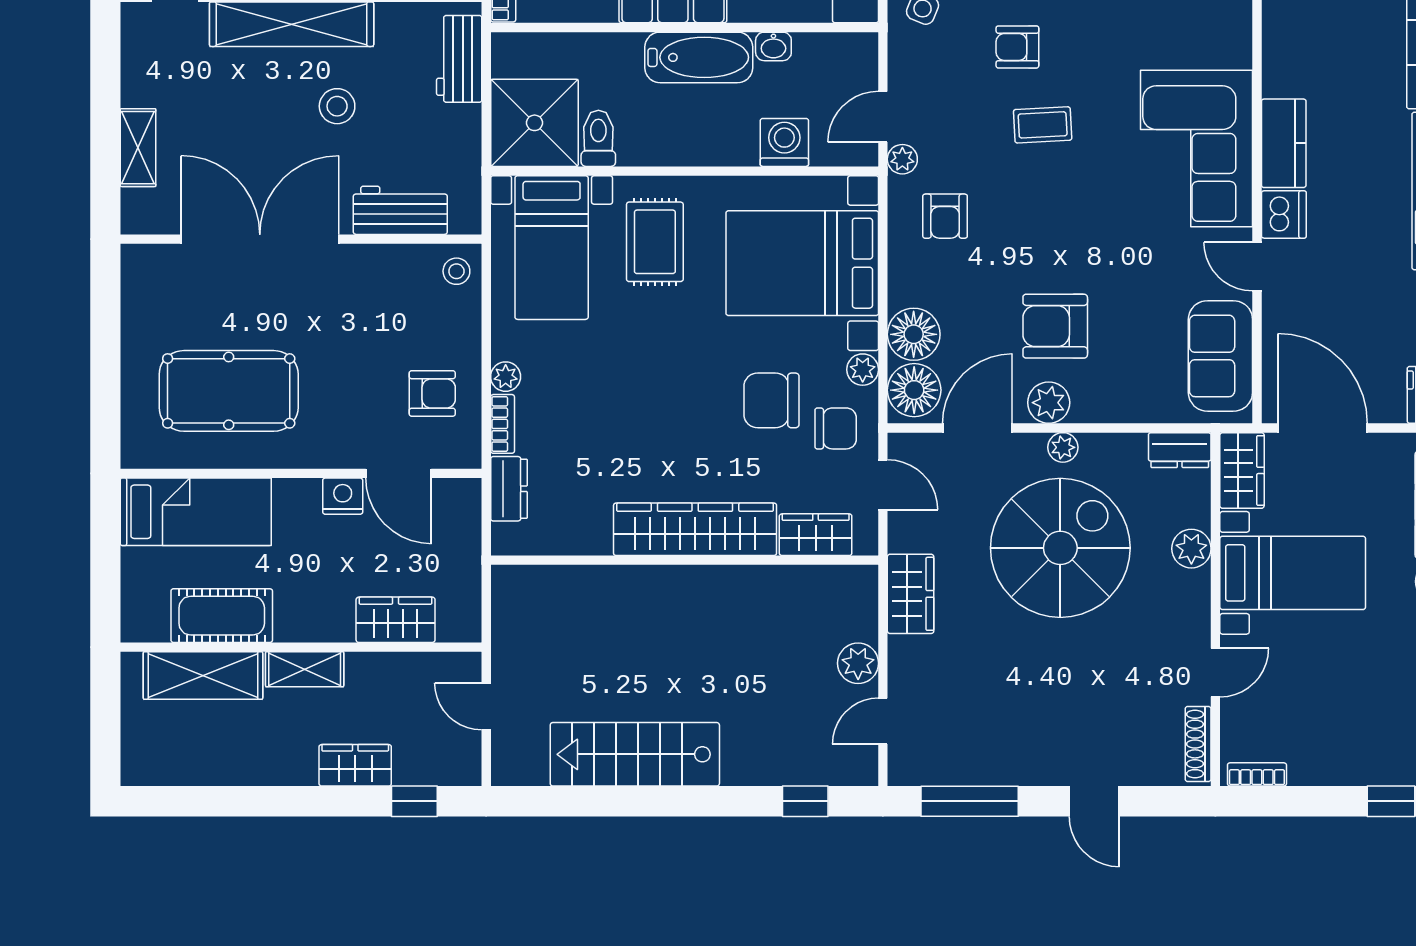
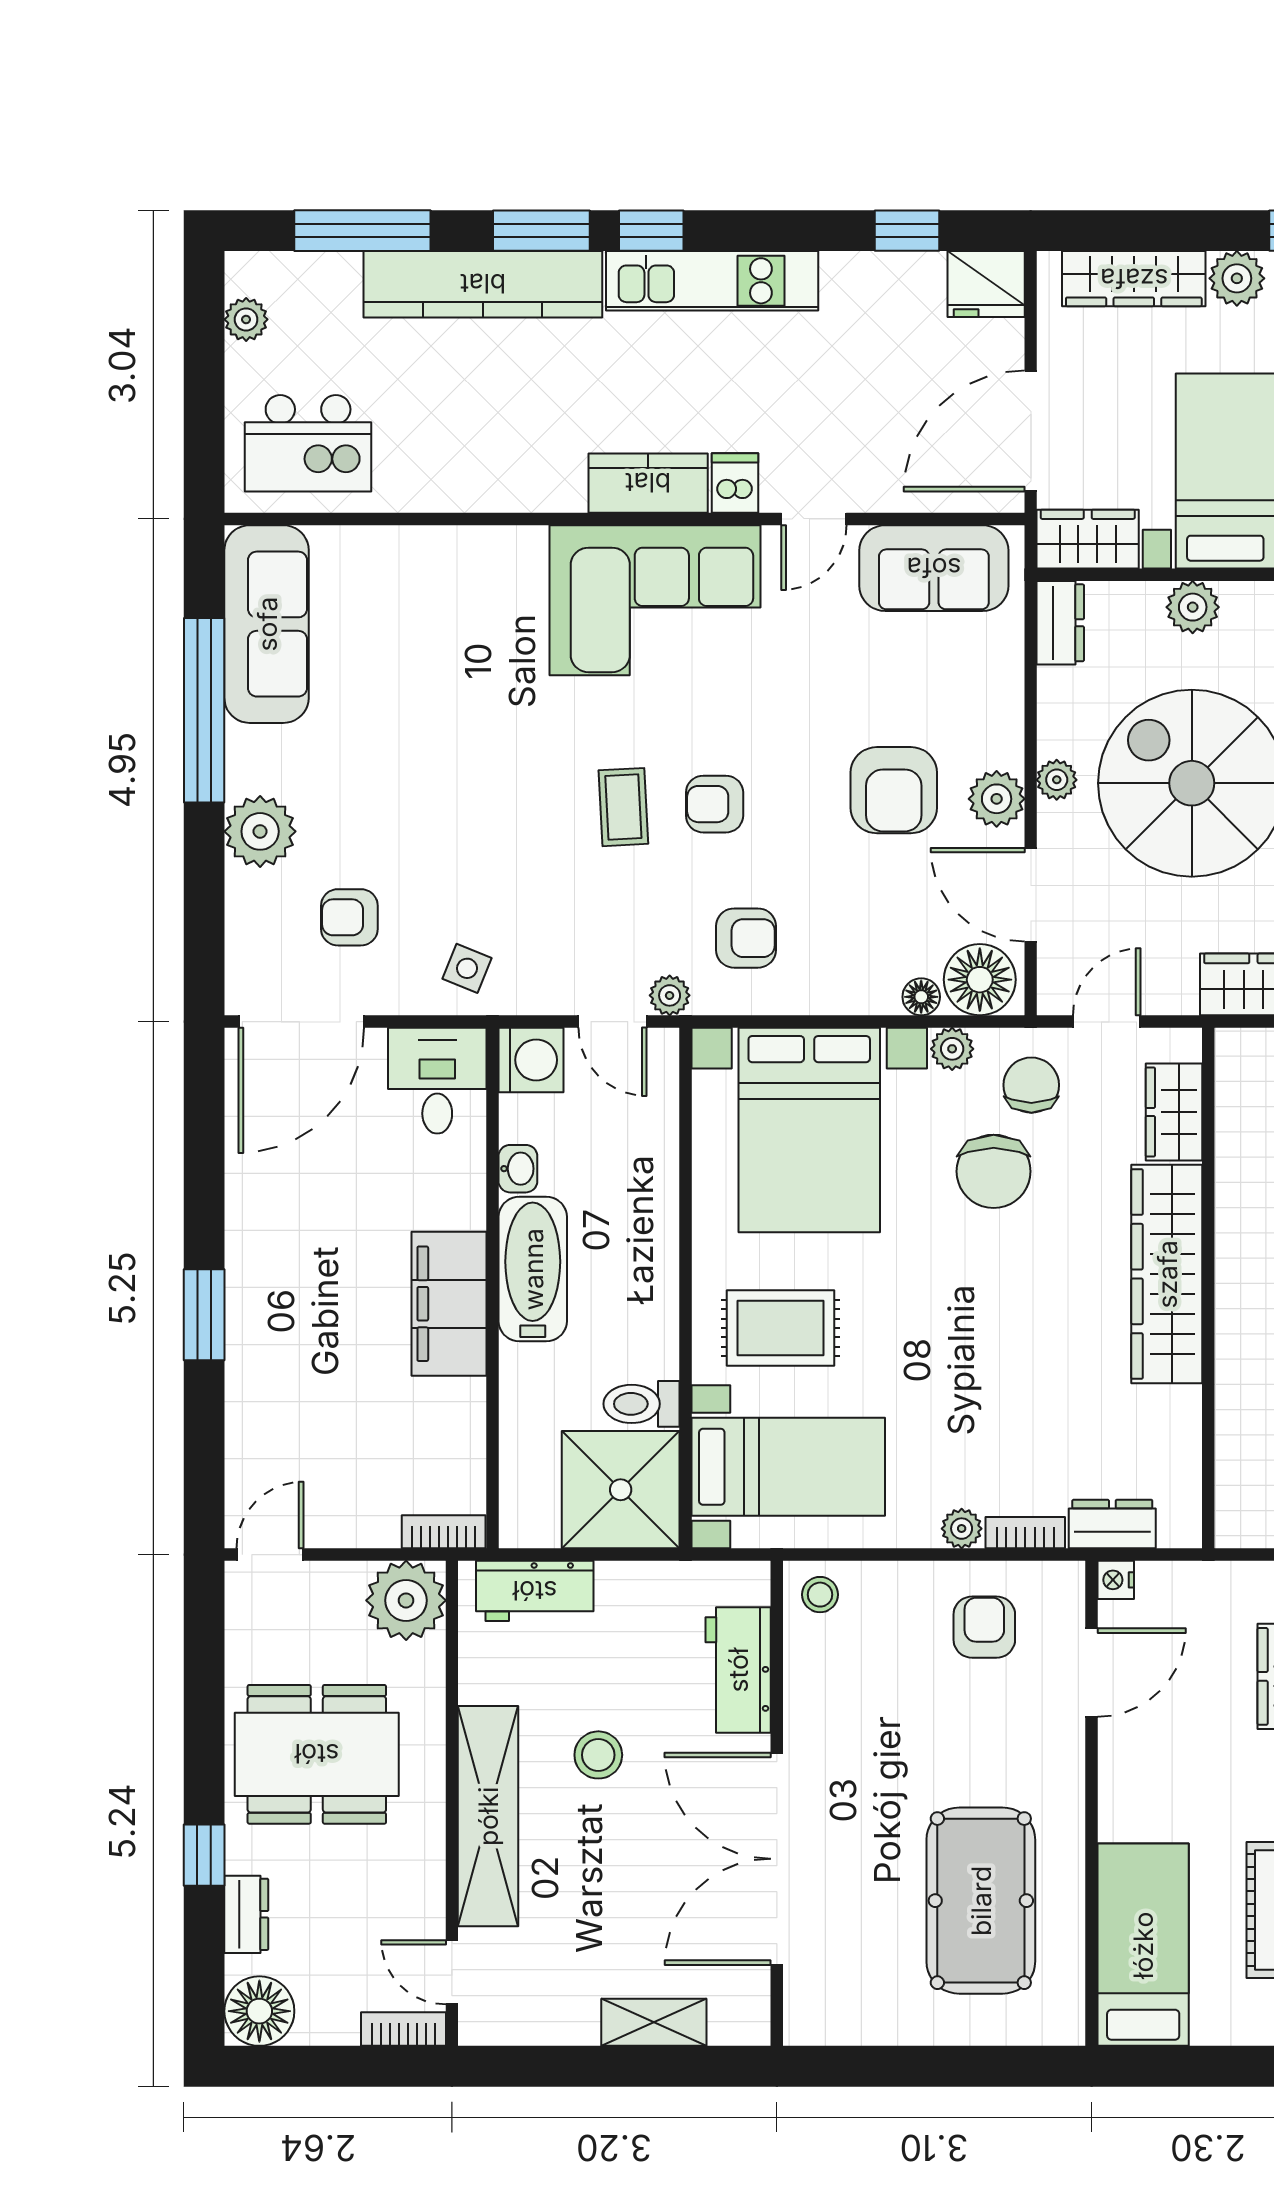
armchair: (1017, 47) -> (715, 804), moved, turned 90
washing machine: (784, 142) -> (531, 1060), moved, turned 180
dishwasher: (1284, 214) -> (735, 483), width x0.73
floor lamp: (914, 334) -> (921, 997), width x0.53, depth x0.53
nightstand: (343, 496) -> (1116, 1580), moved, width x0.72, depth x0.74

